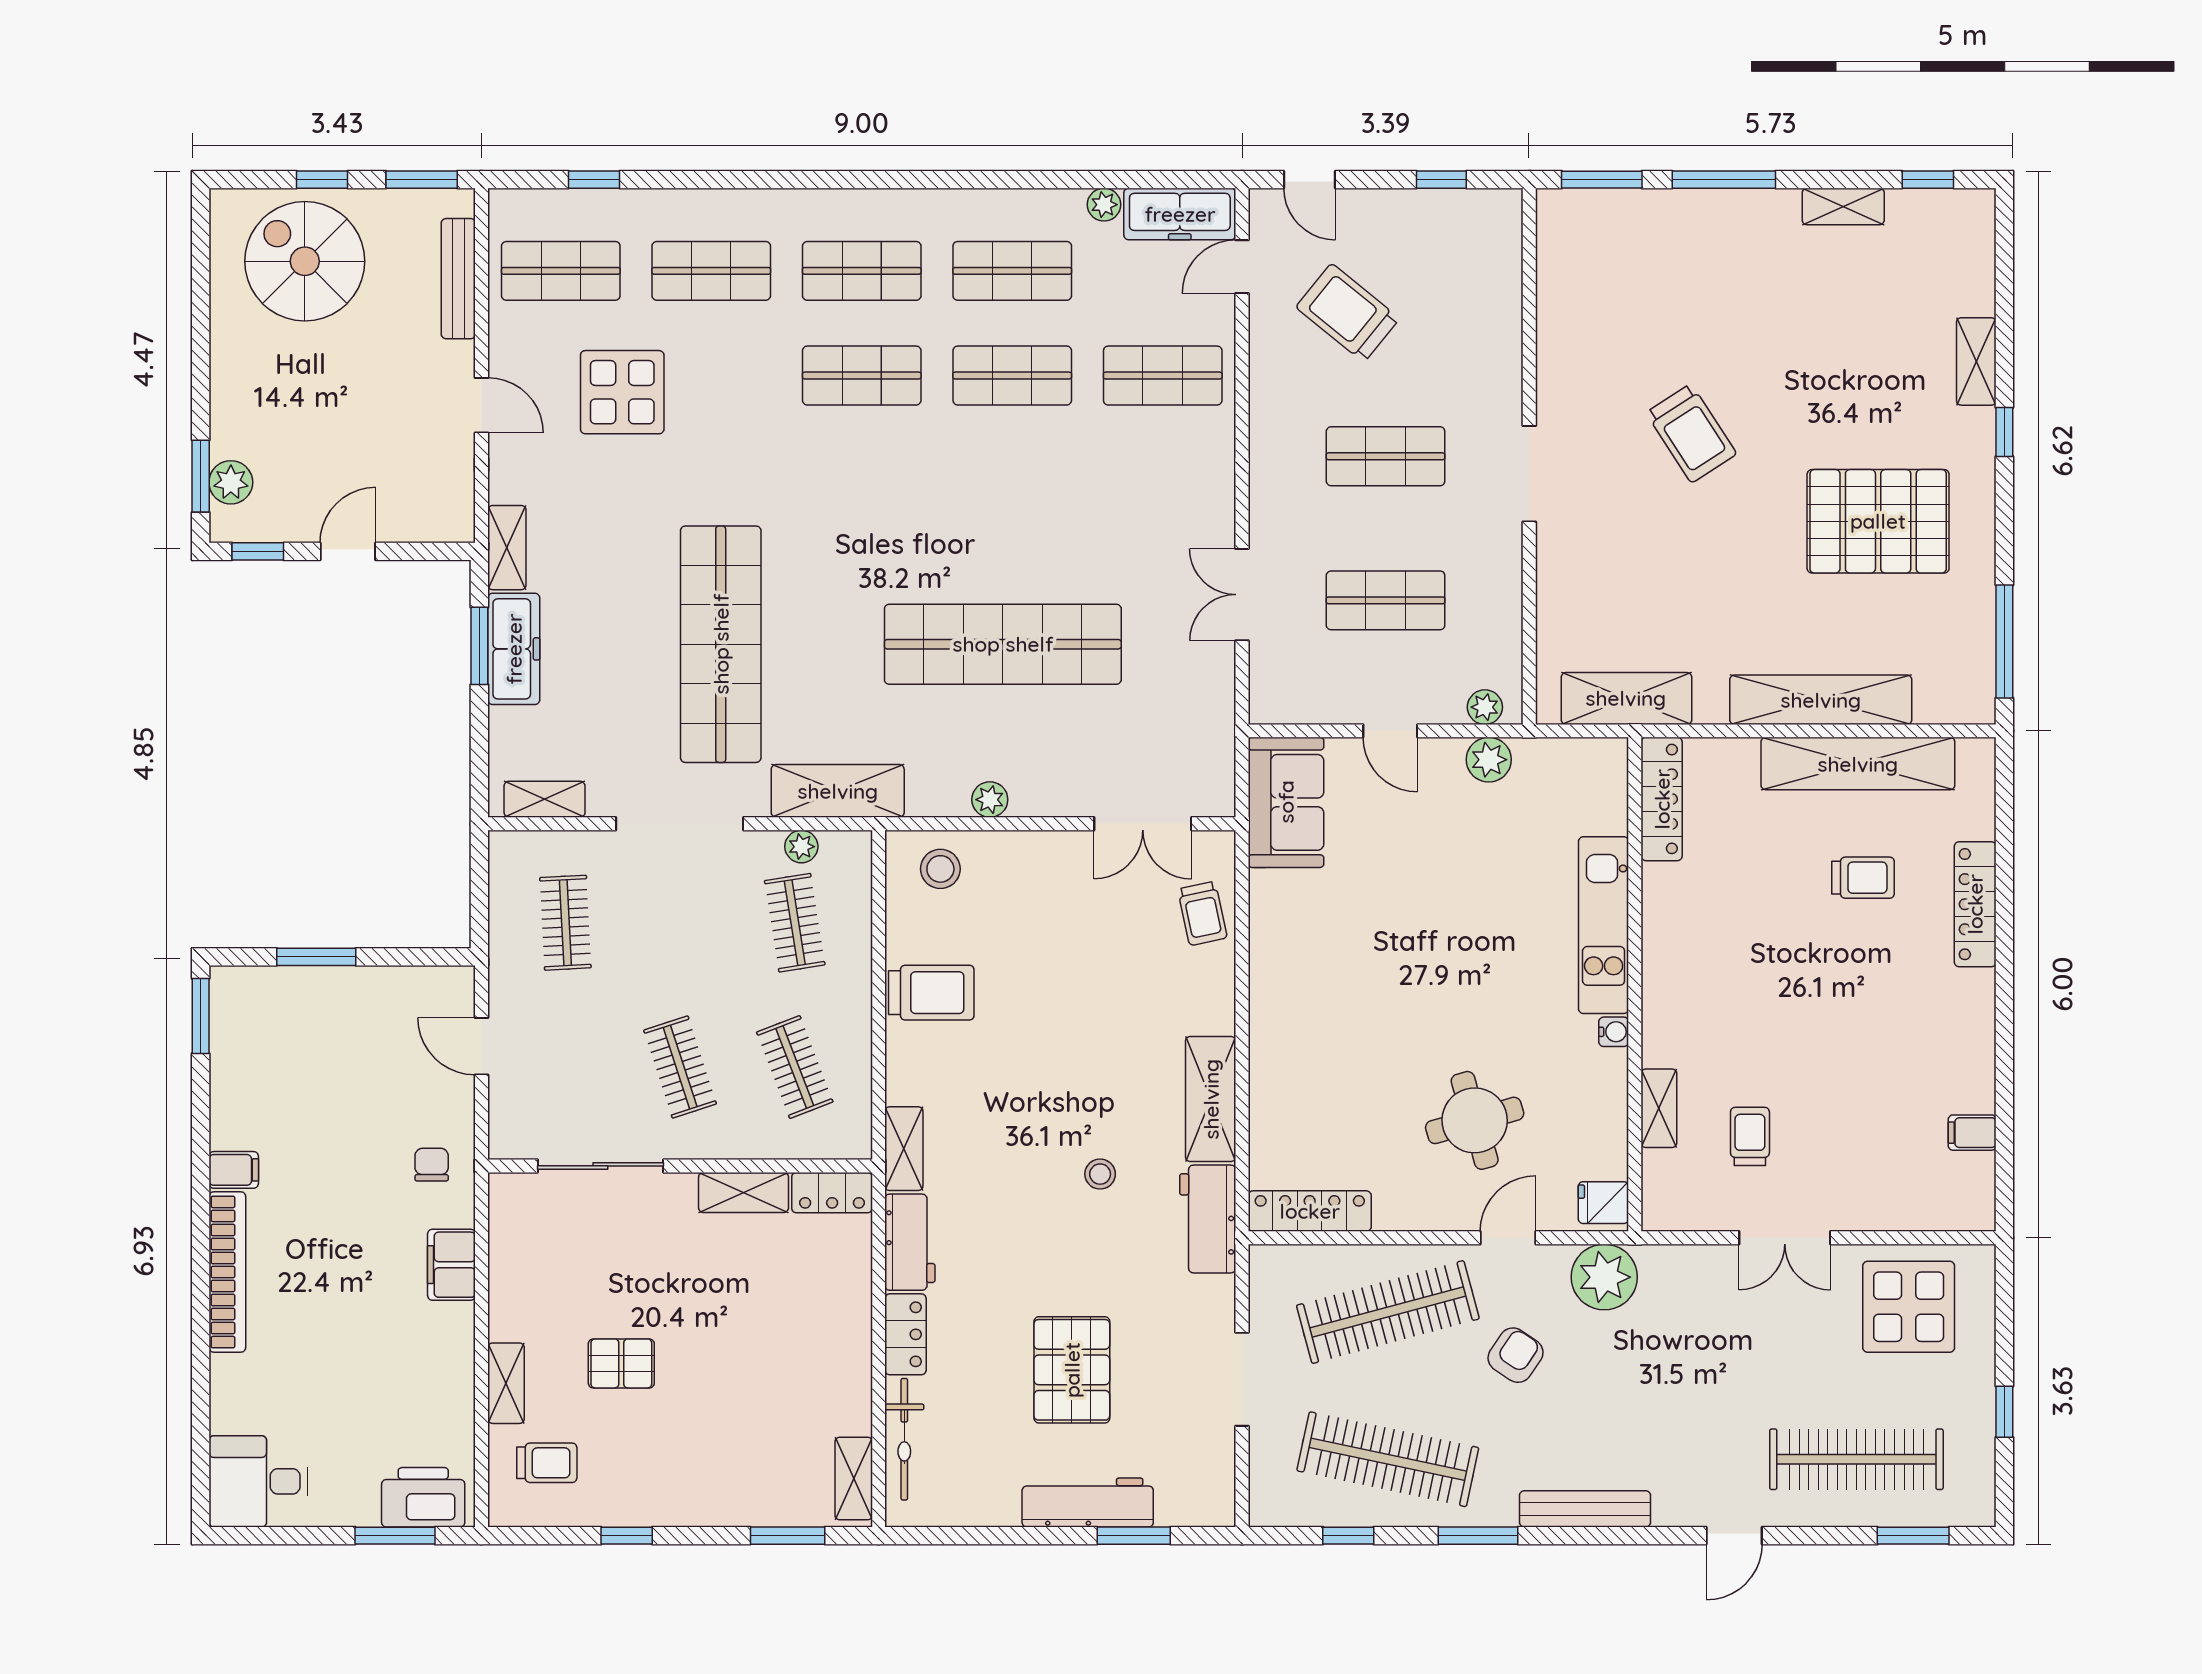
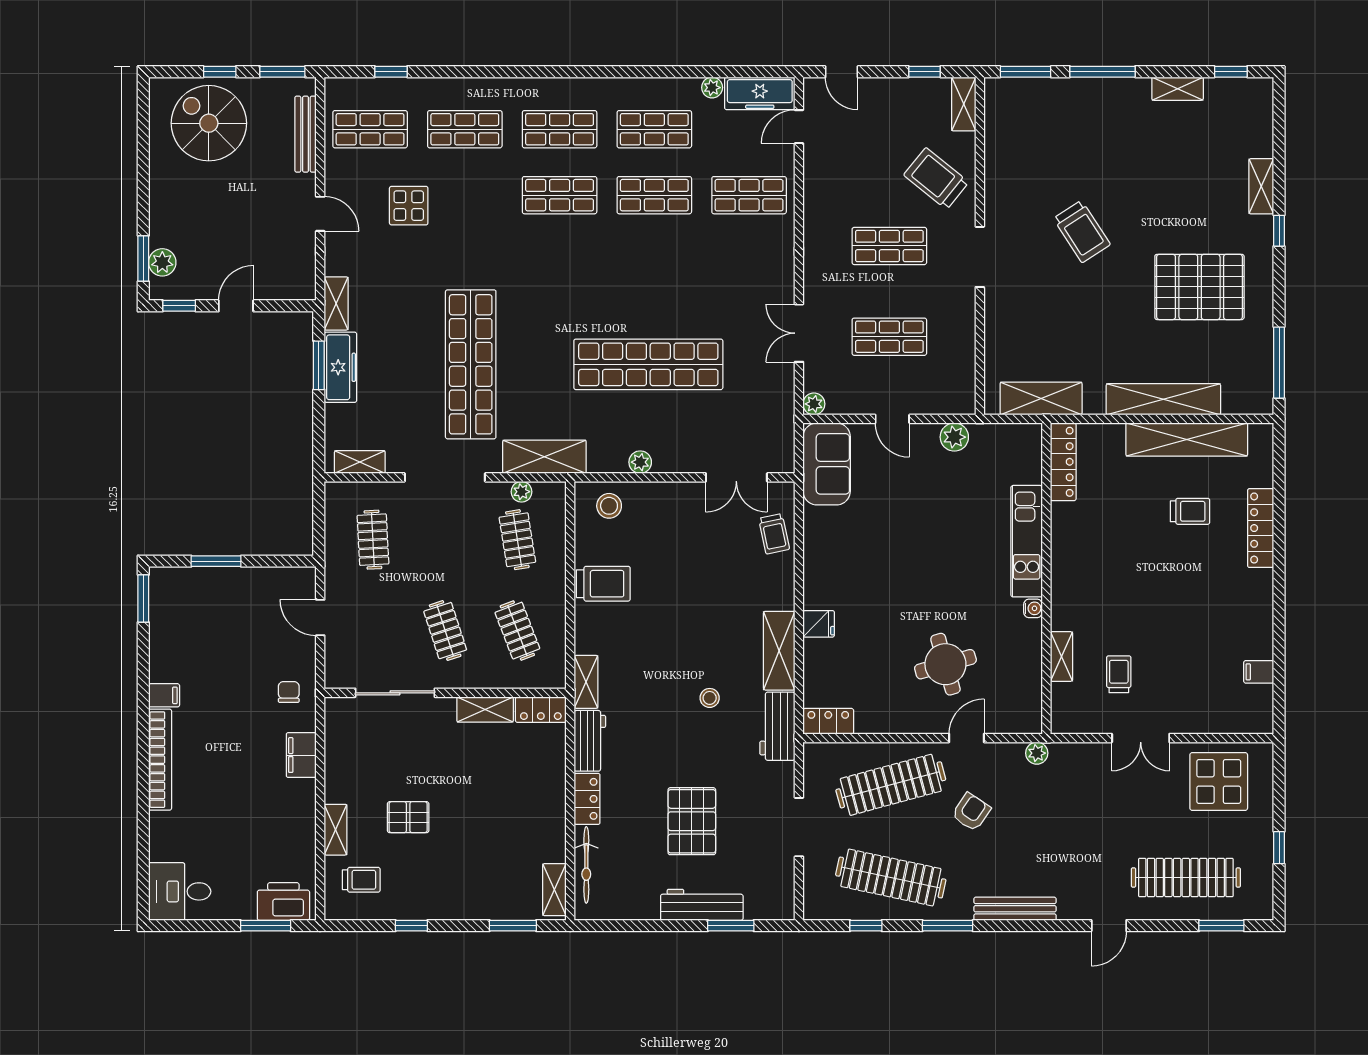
shelving: (1504, 231) -> (964, 104), added
trolley: (1348, 313) -> (936, 179), moved
display table: (622, 392) -> (409, 206), width x0.73, depth x0.73
plant: (1485, 707) -> (814, 404), moved
fridge: (1603, 1203) -> (819, 624), moved, turned 180
locker: (1310, 1211) -> (828, 721), width x0.66
plant: (1604, 1277) -> (1037, 753), width x0.53, depth x0.53

